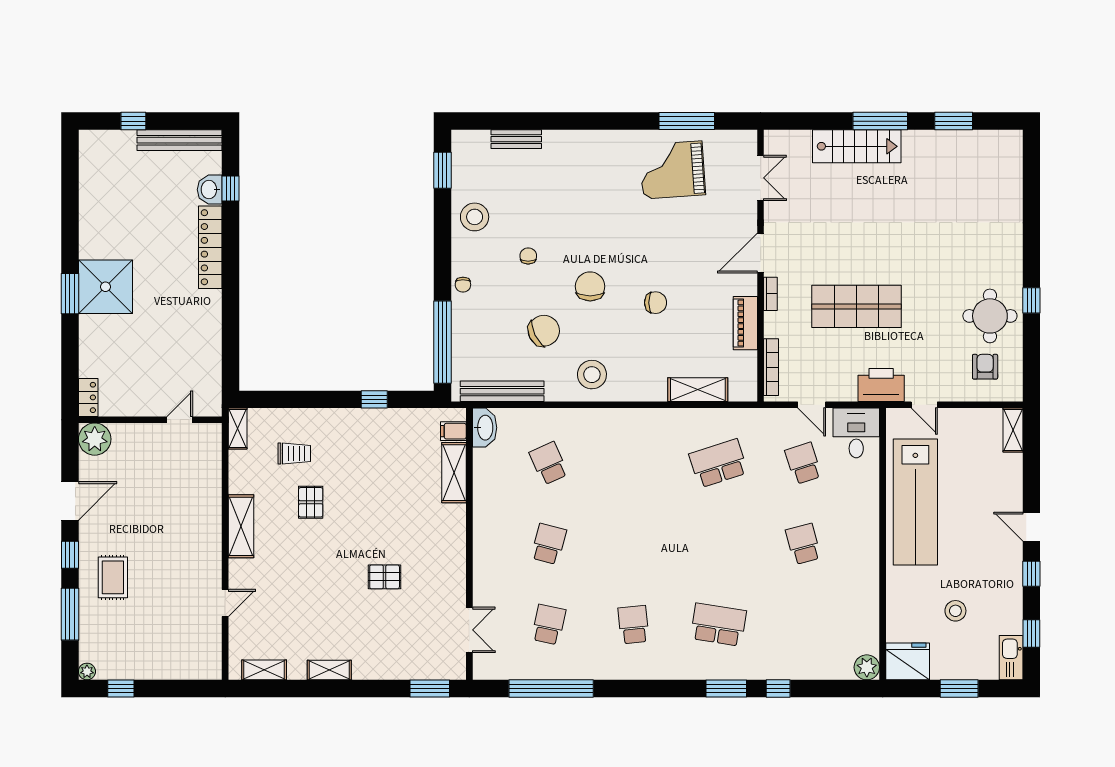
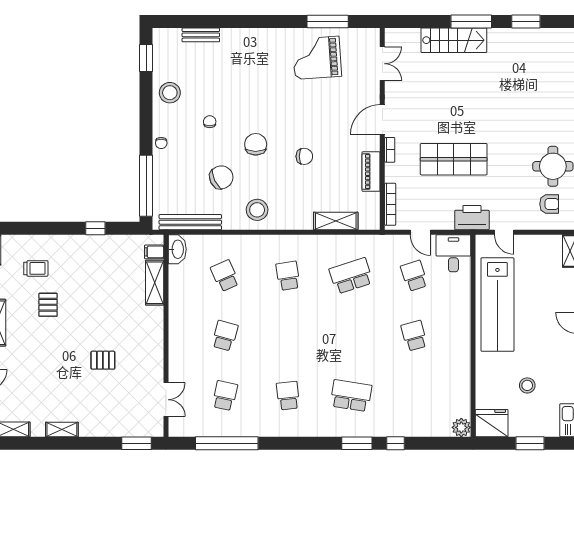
armchair: (985, 367) -> (549, 204), turned 90
school desk: (634, 463) -> (288, 276), added

